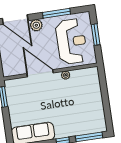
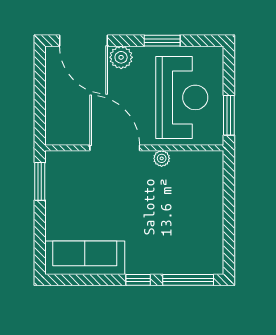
window: (57, 13) -> (162, 41), width x0.69
window: (96, 35) -> (229, 115), moved

